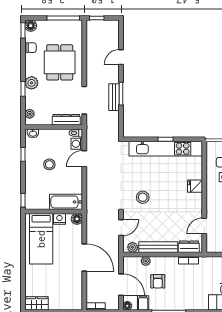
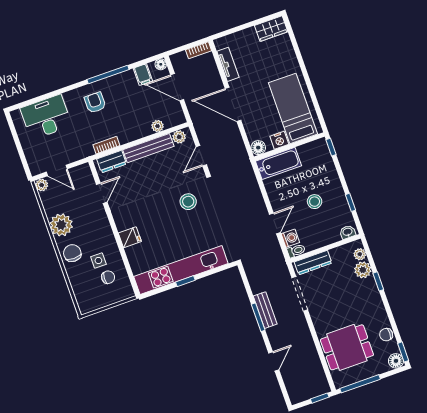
dining table: (60, 62) -> (347, 347), moved, turned 90
plant: (32, 83) -> (363, 270), moved
armchair: (158, 281) -> (95, 103), moved
tv unit: (78, 288) -> (228, 64), added

